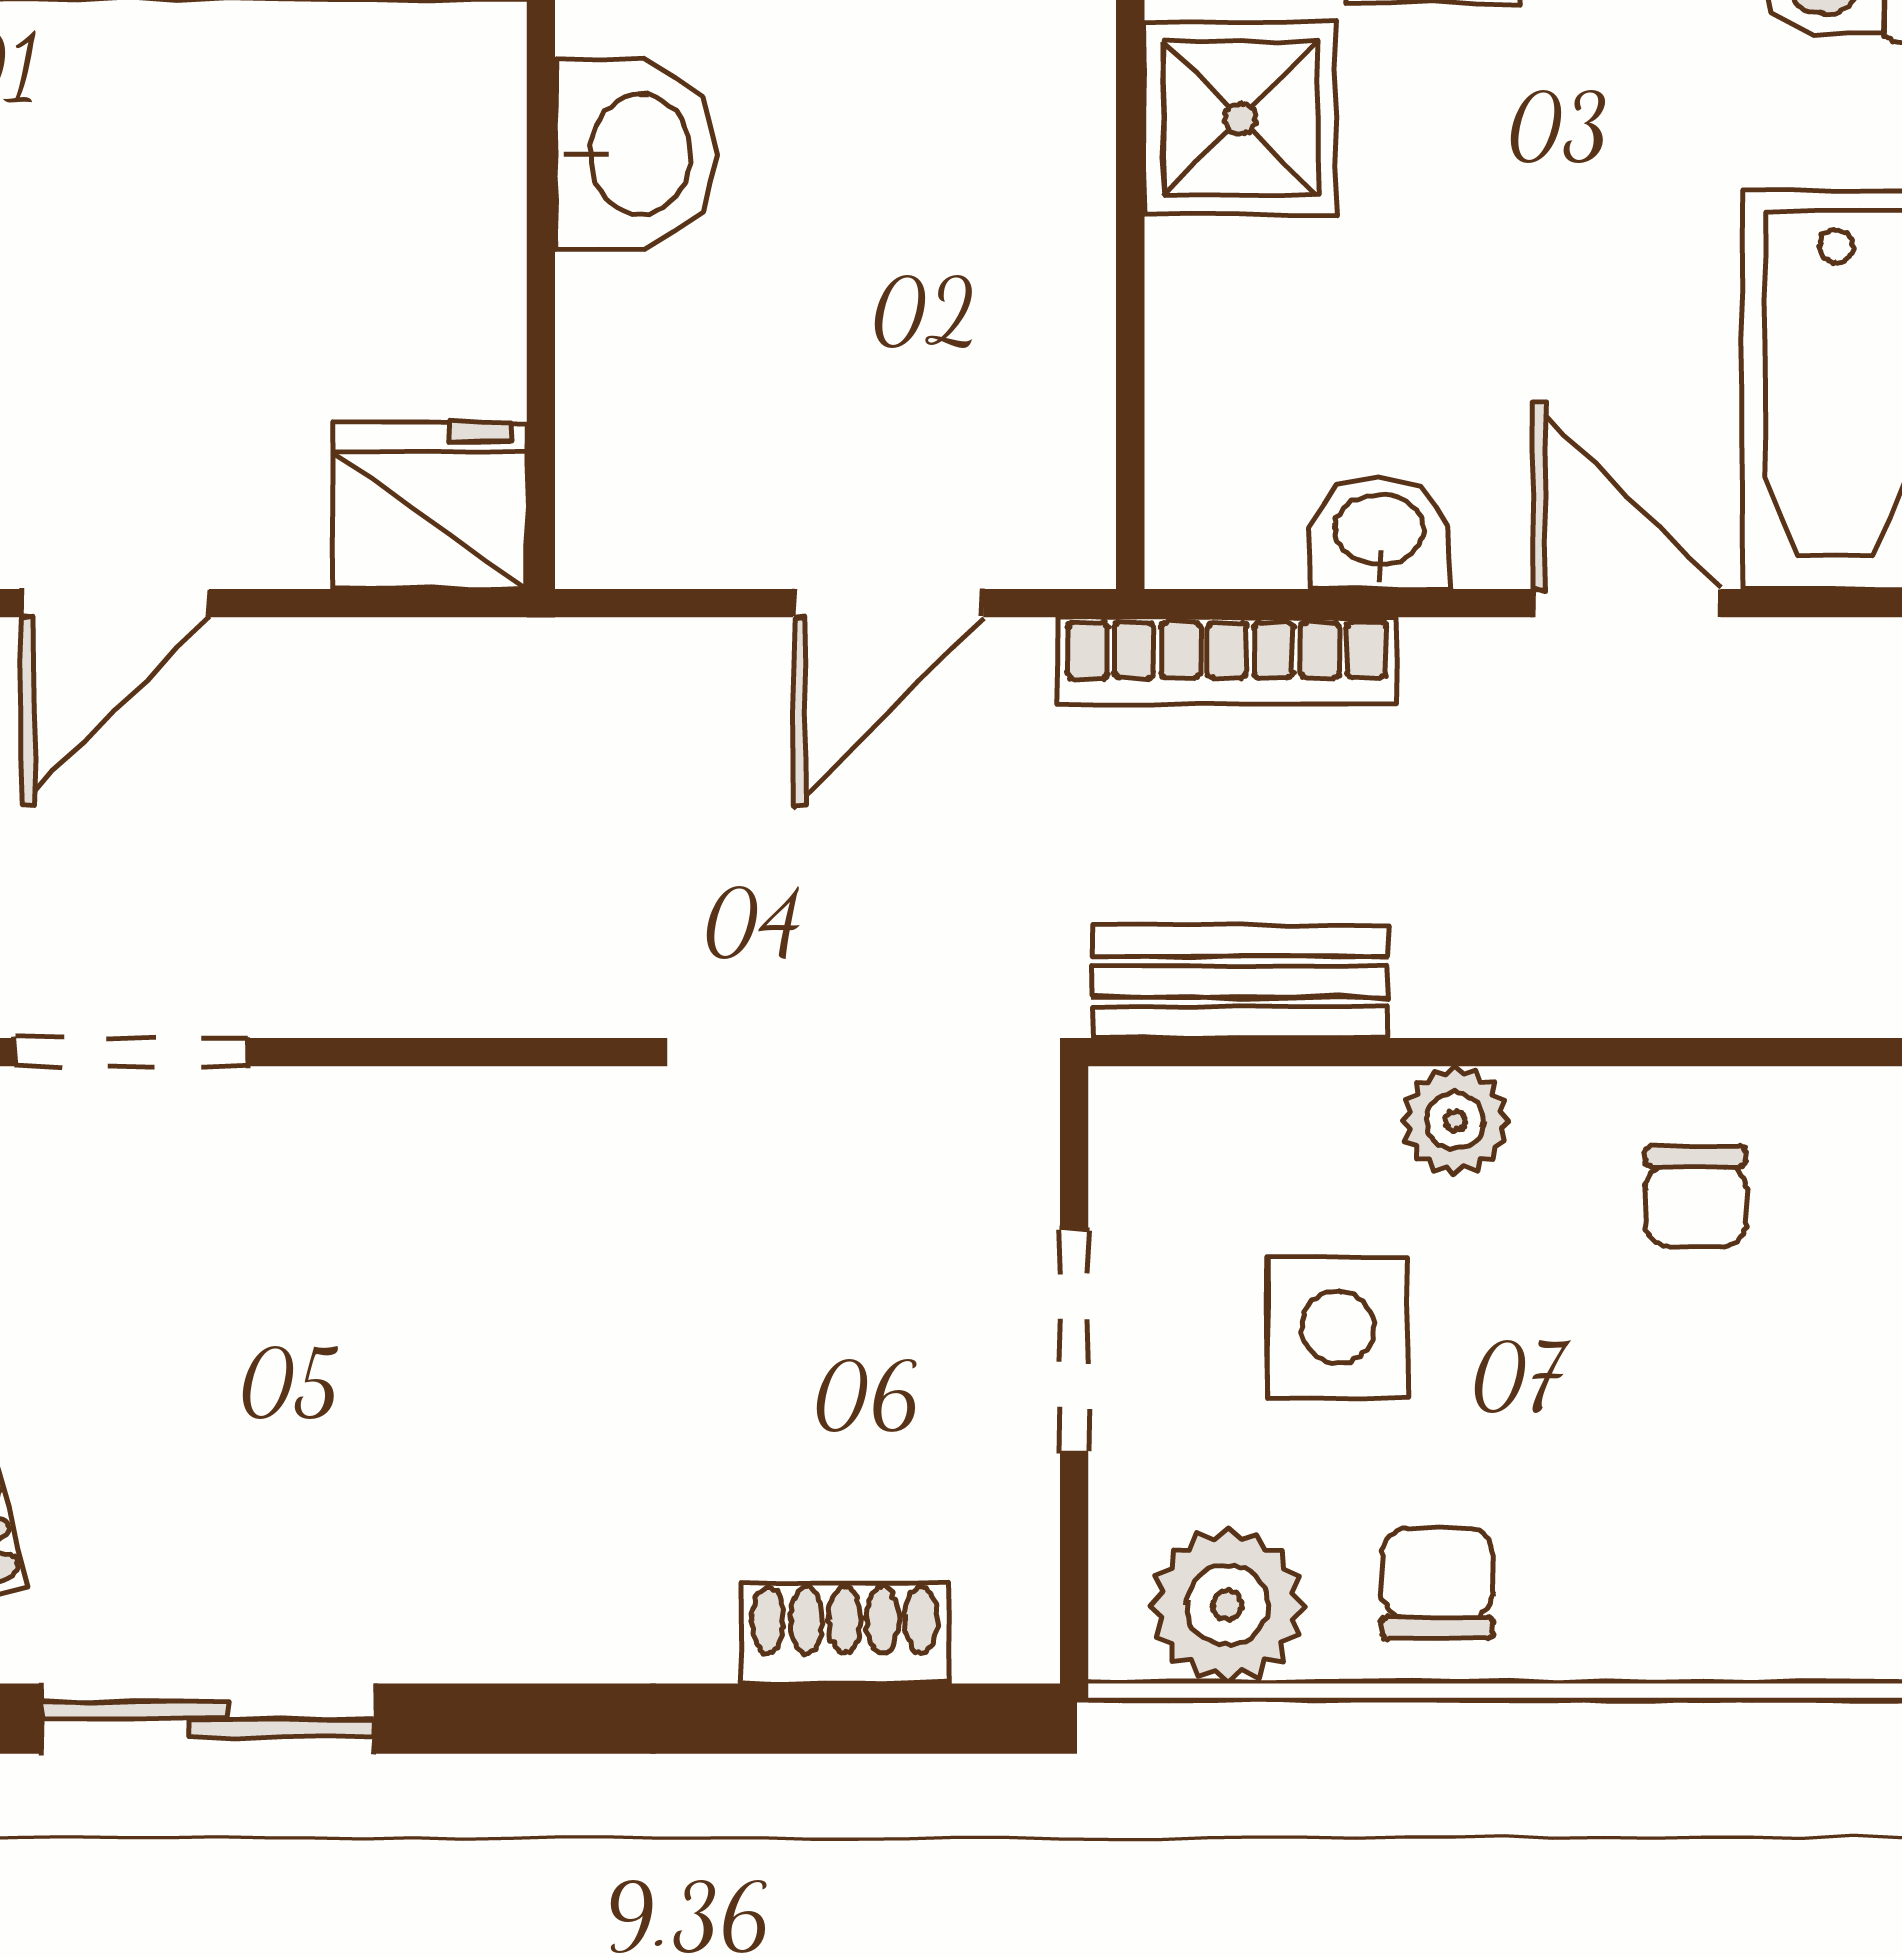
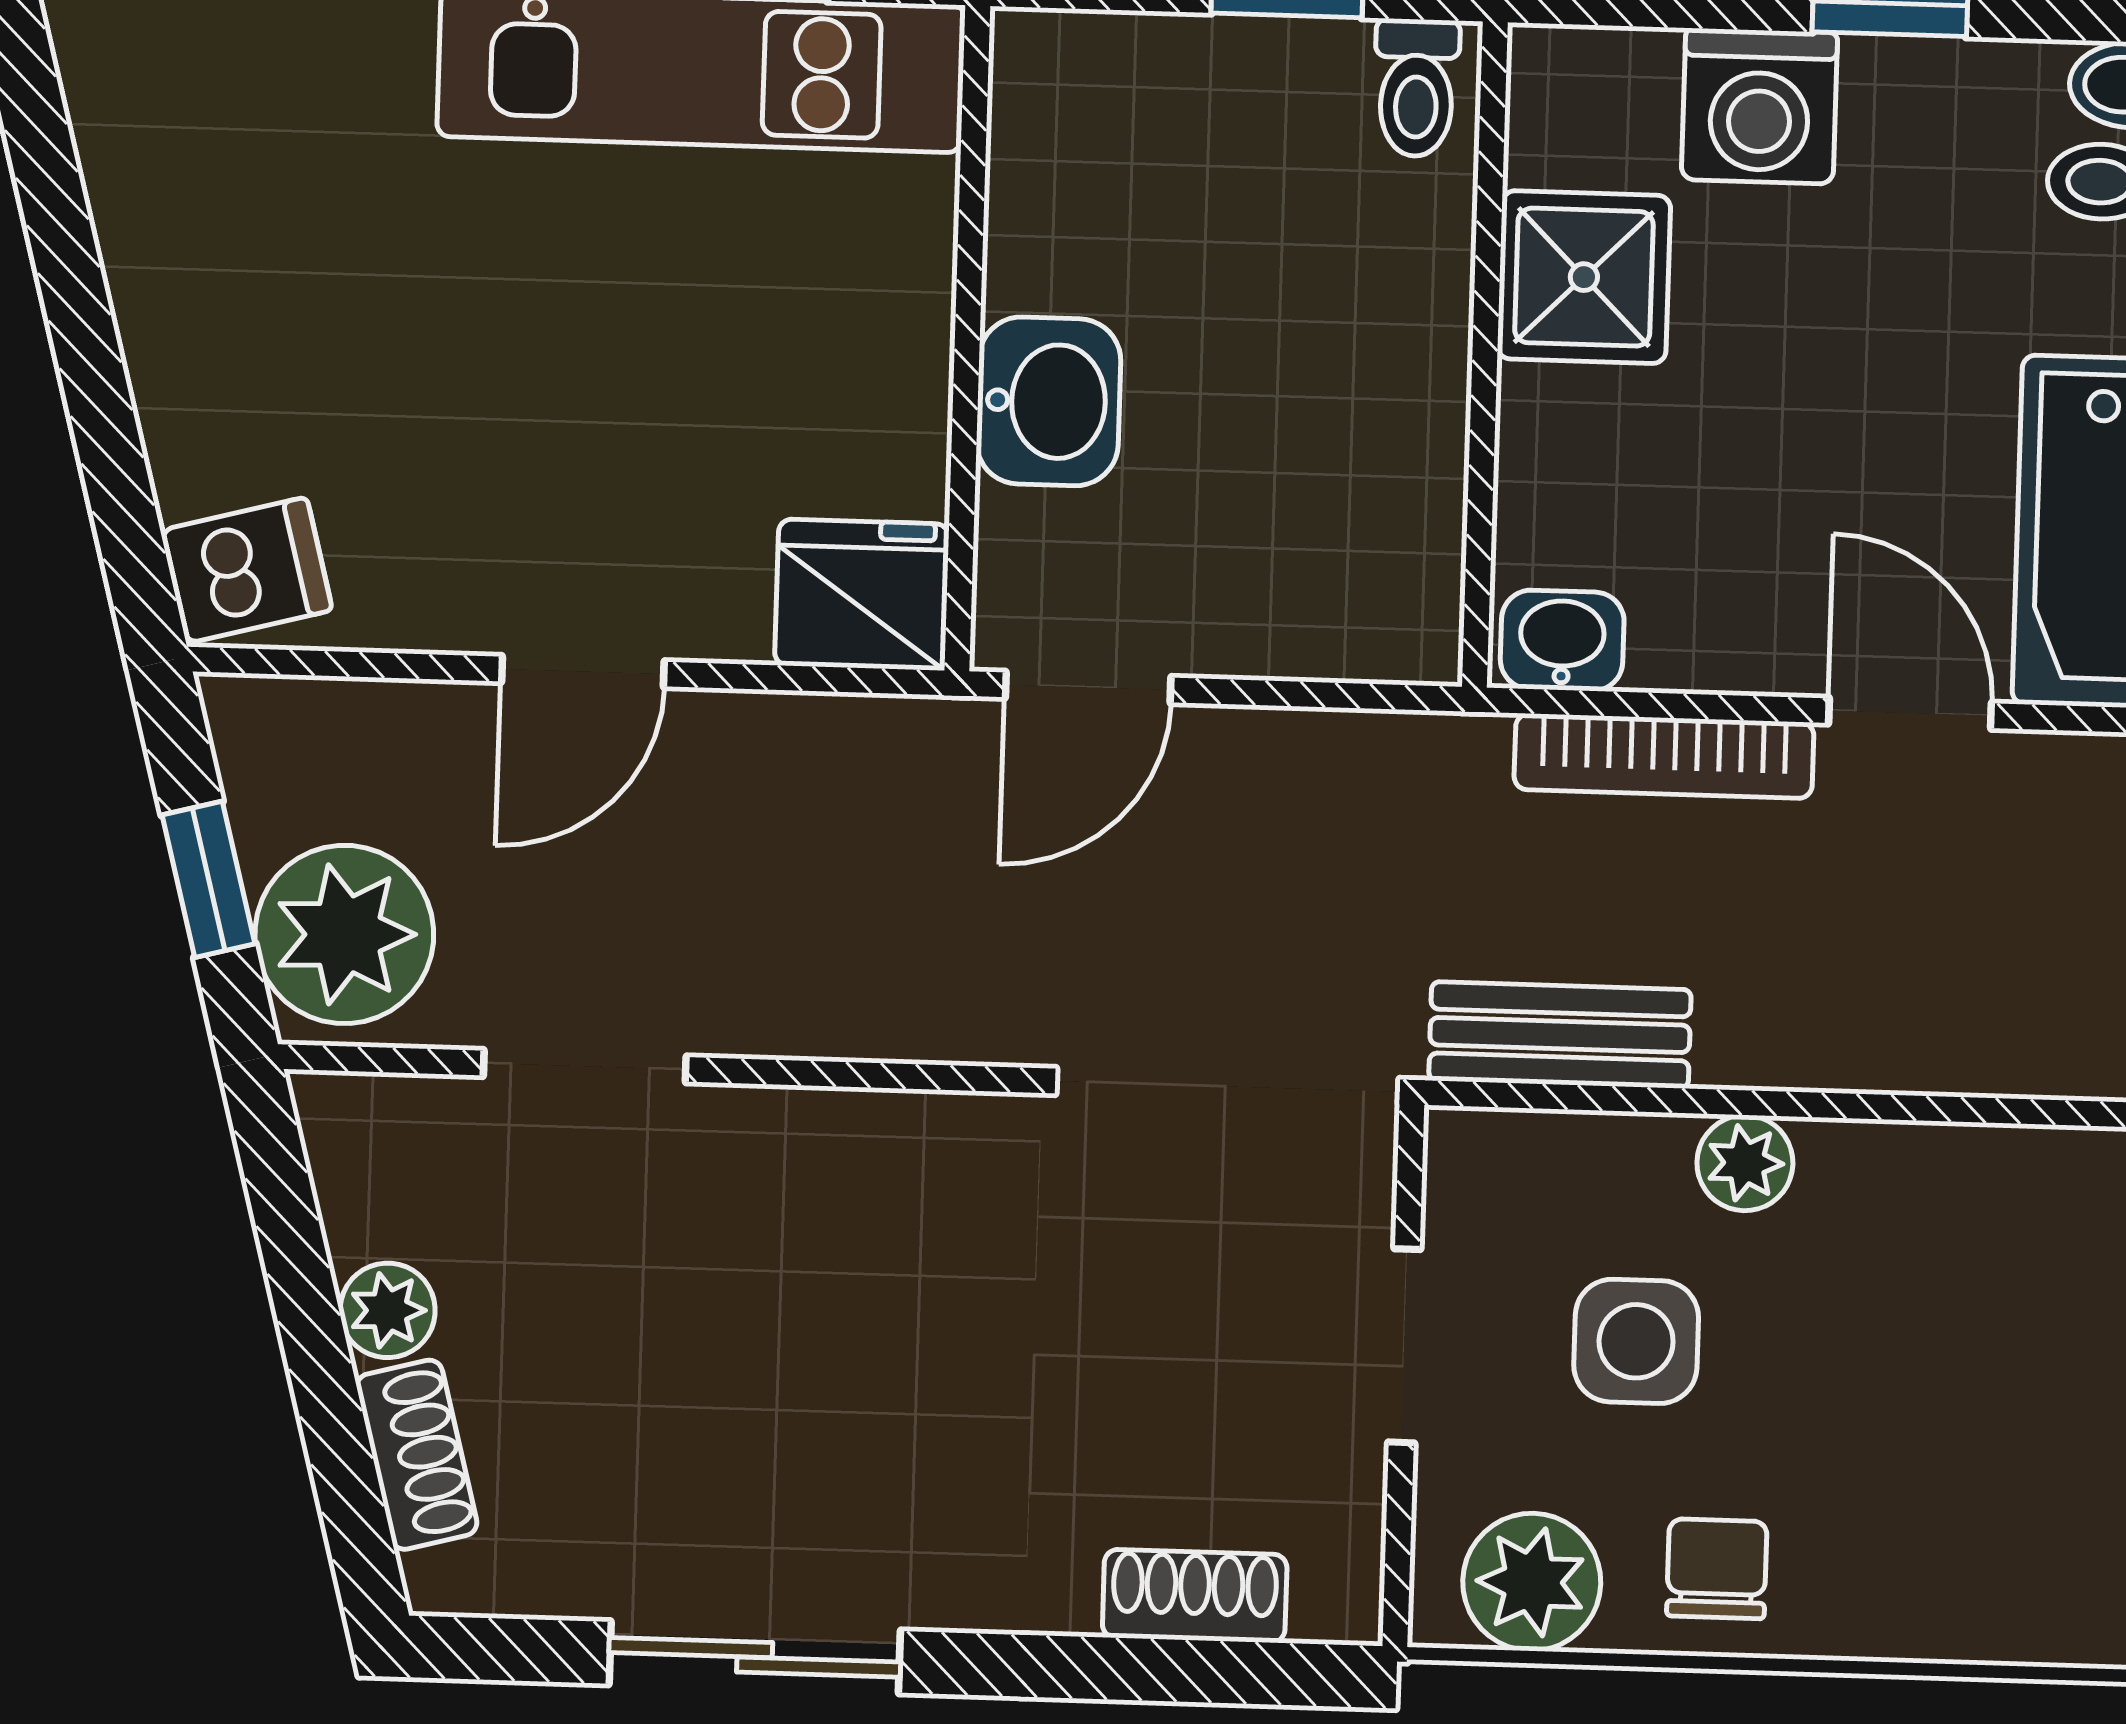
washbasin: (636, 154) -> (1049, 401), moved
washbasin: (1379, 533) -> (1562, 640), moved
door: (888, 603) -> (1088, 687), moved
bookcase: (1227, 661) -> (1664, 756), moved
chair: (1695, 1197) -> (1954, 1236), removed
sliding door: (208, 1719) -> (755, 1657), moved

